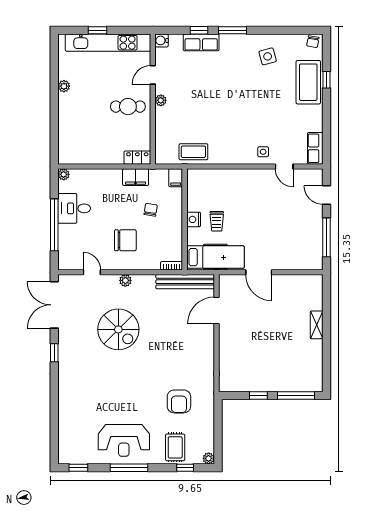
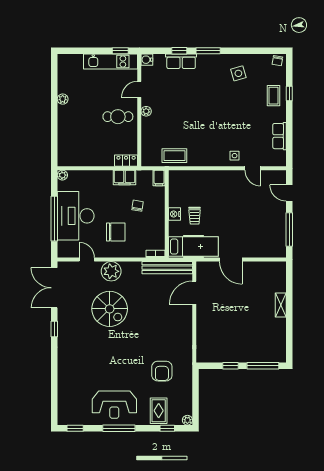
window: (97, 30) -> (120, 51), moved
kitchen unit: (108, 43) -> (111, 62), width x0.73
coffee table: (308, 82) -> (273, 96), width x0.54, depth x0.58
row of seats: (315, 148) -> (280, 136), moved
desk: (74, 208) -> (76, 216), width x1.87, depth x1.30
plant: (125, 280) -> (111, 271), width x1.87, depth x1.87

